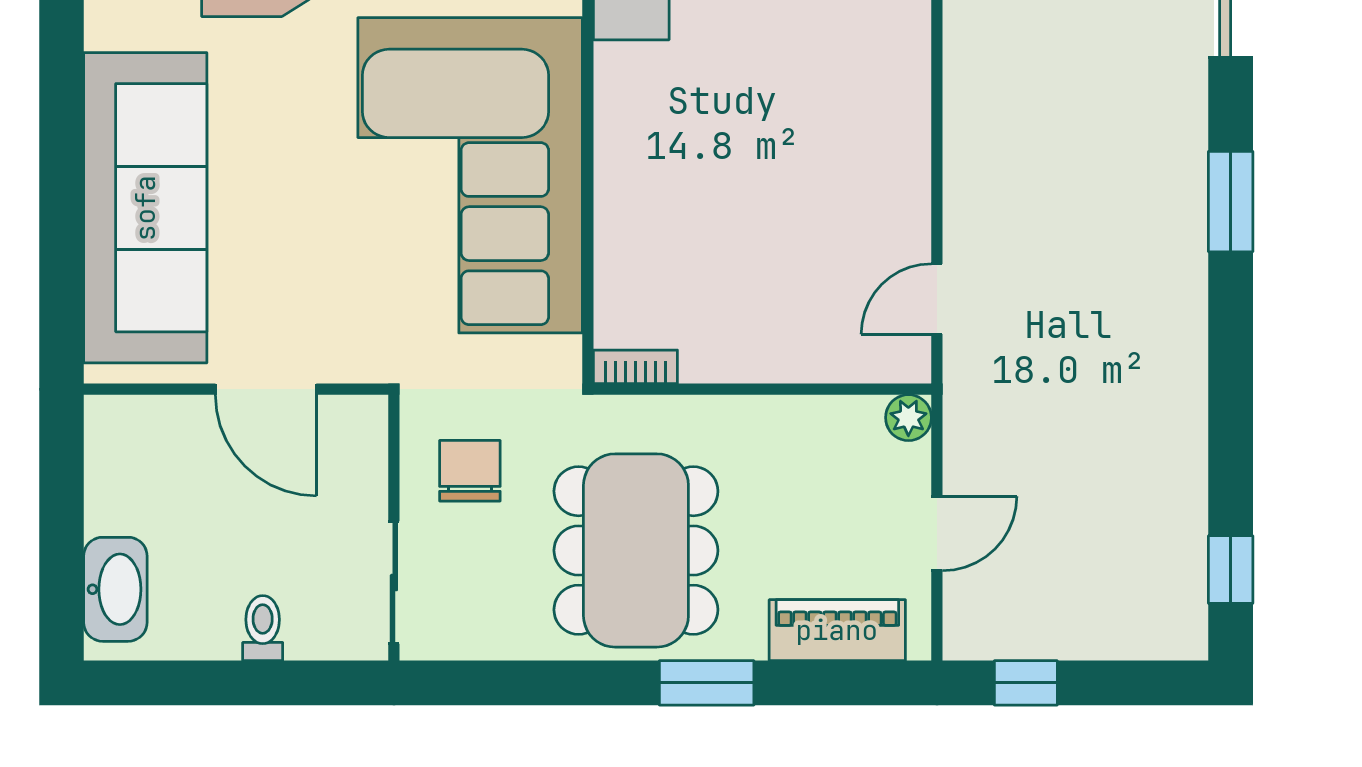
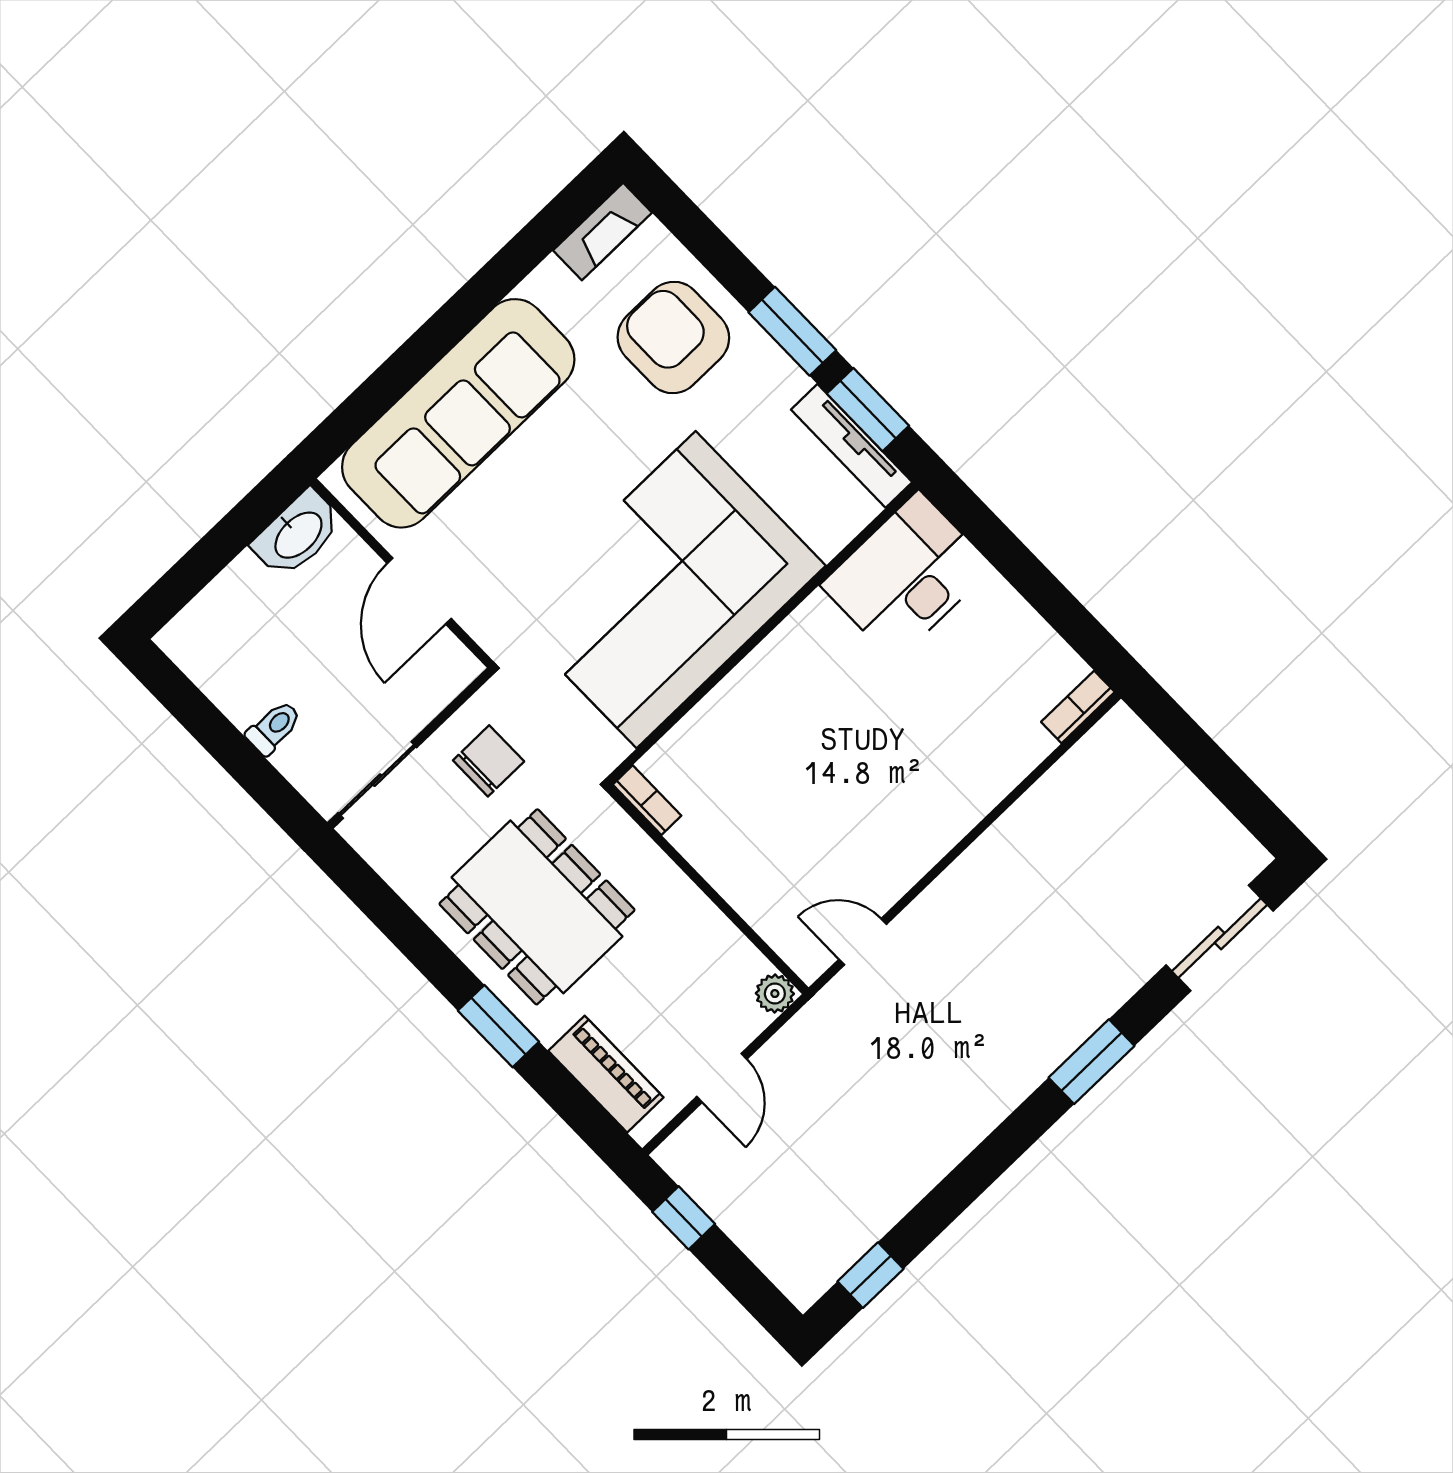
door: (937, 534) -> (722, 1078), hinge flipped
dining table: (636, 550) -> (537, 907), turned 90
washbasin: (115, 589) -> (297, 534), moved

